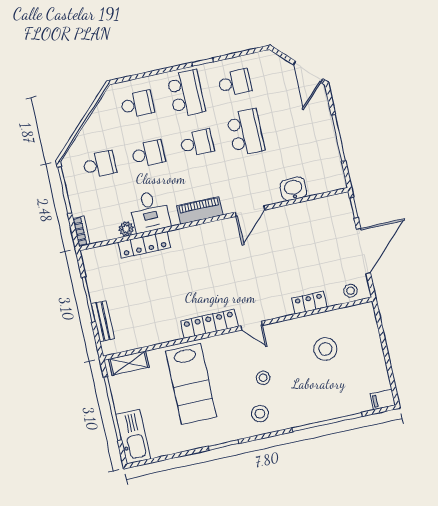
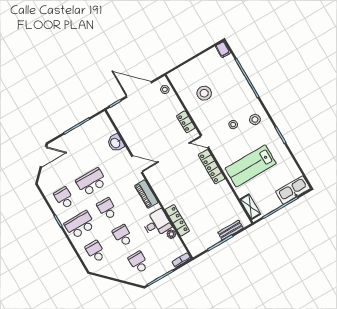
locker: (309, 303) -> (186, 122), moved
door: (251, 326) -> (205, 141), swing flipped
lab bench: (191, 384) -> (251, 166), turned 180

